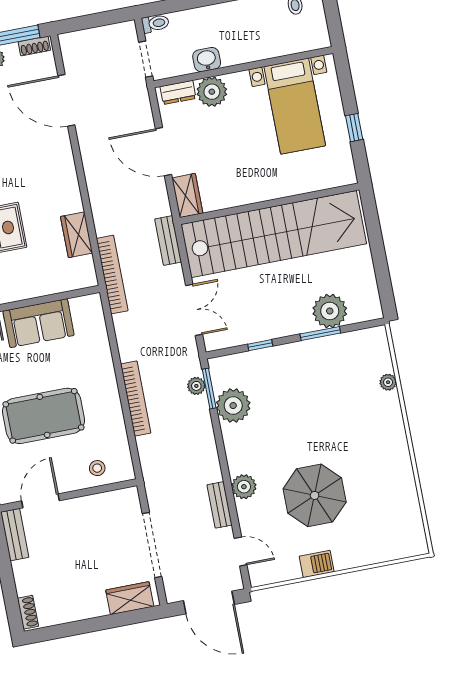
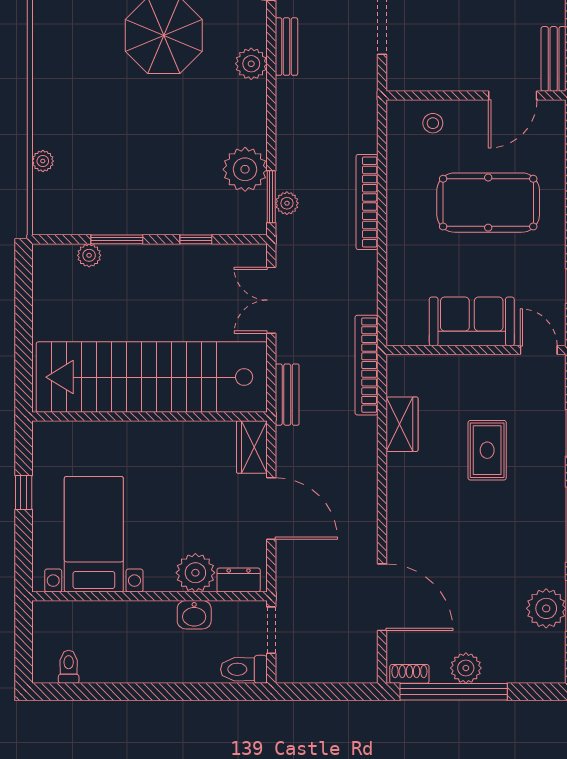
toilet: (155, 23) -> (244, 669), width x1.37, depth x1.39
plant: (330, 311) -> (89, 255), width x0.53, depth x0.53

